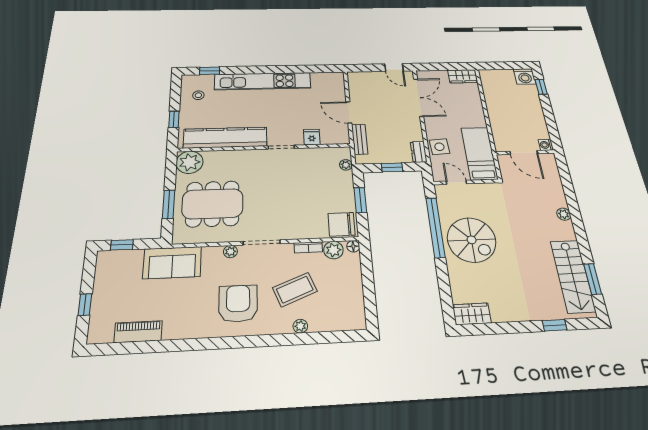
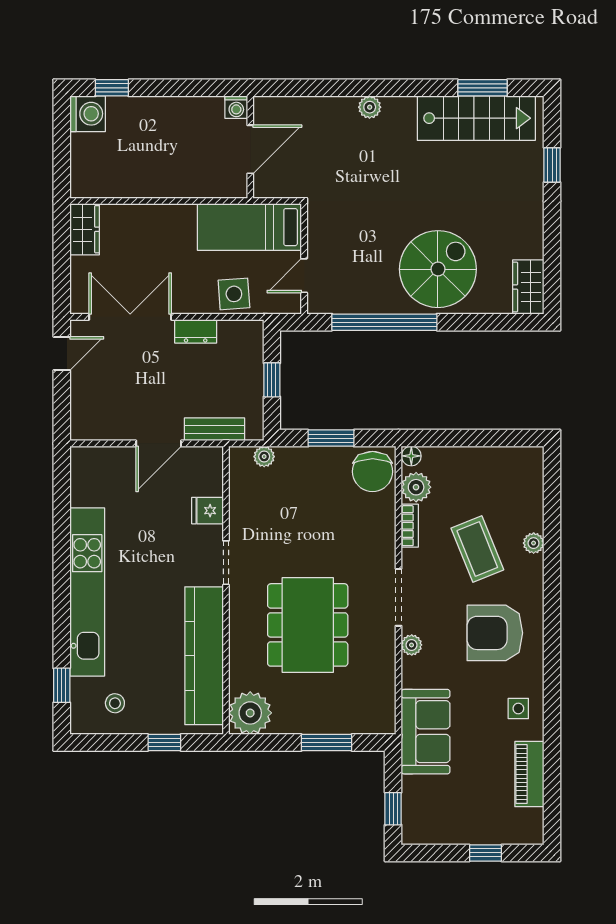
dresser: (419, 152) -> (196, 331), moved
dining table: (213, 204) -> (308, 625), moved
spiral stairs: (472, 240) -> (438, 269), moved
side table: (185, 322) -> (518, 709), added

